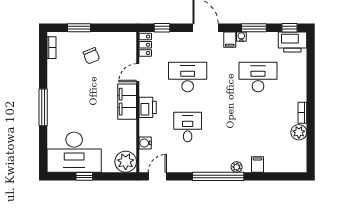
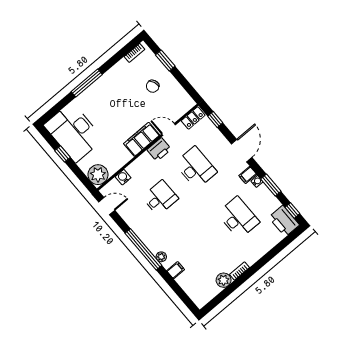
printer: (148, 107) -> (159, 150), moved

